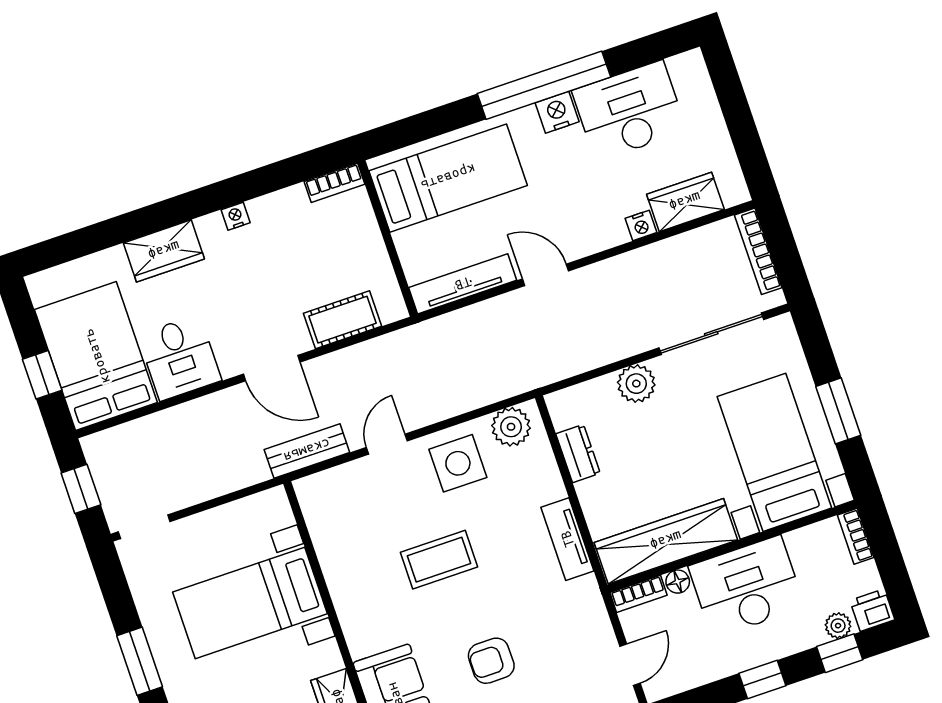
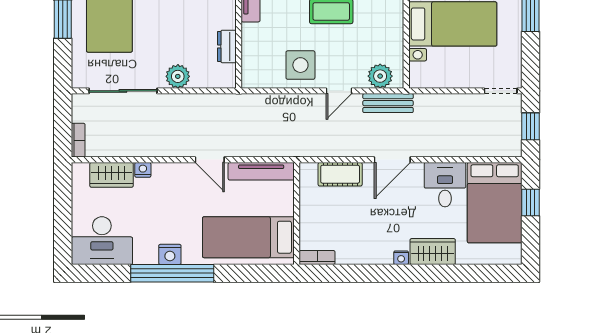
desk: (629, 111) -> (102, 241), moved
nightstand: (236, 216) -> (401, 258), moved
bookcase: (758, 251) -> (78, 140), width x0.64
door: (272, 368) -> (392, 160), swing flipped
plant: (511, 427) -> (380, 76), moved

